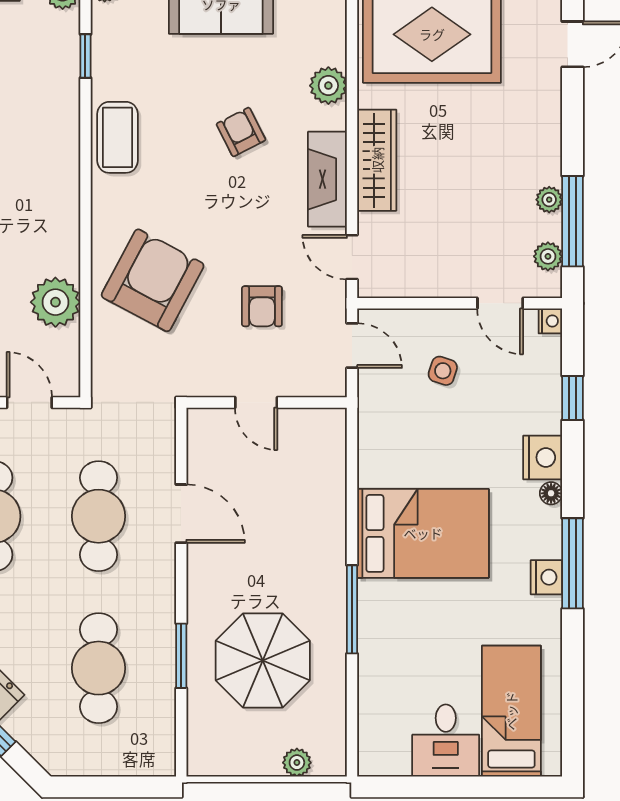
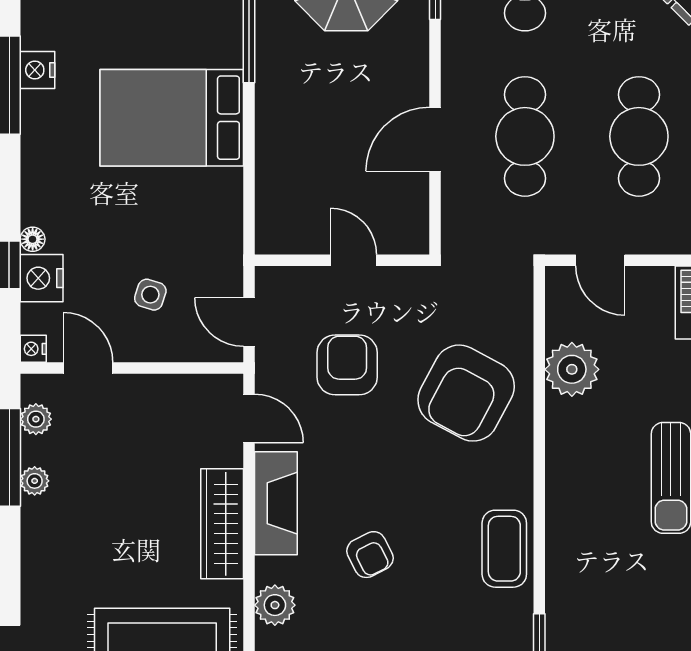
armchair: (262, 306) -> (347, 365), width x1.38, depth x1.38
nightstand: (543, 457) -> (42, 278), moved
floor lamp: (551, 493) -> (33, 239), moved
door: (181, 514) -> (435, 139), hinge flipped

